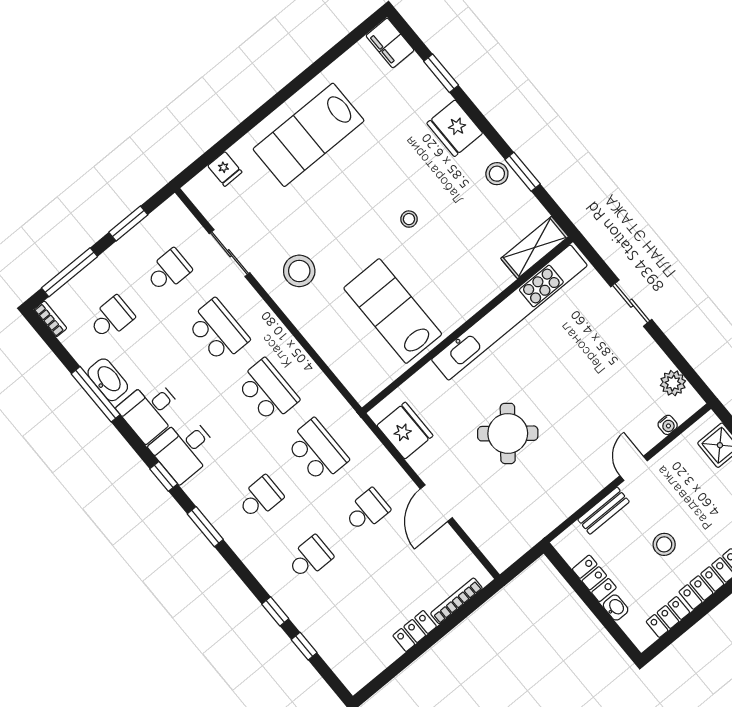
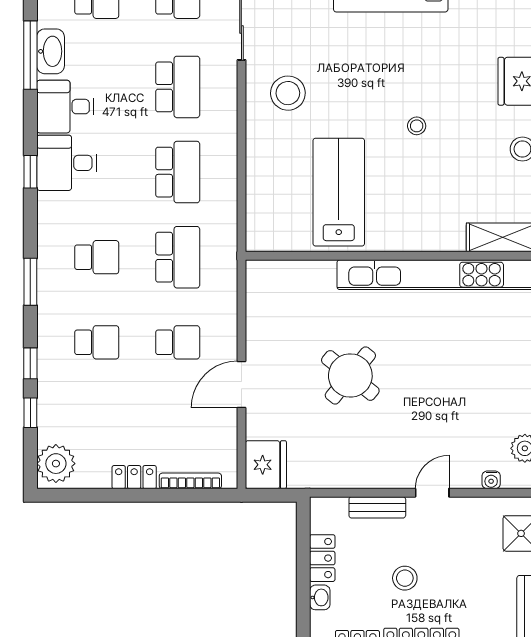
fridge: (405, 431) -> (266, 465), moved
window: (205, 527) -> (30, 282), moved
plant: (352, 667) -> (56, 464), added

